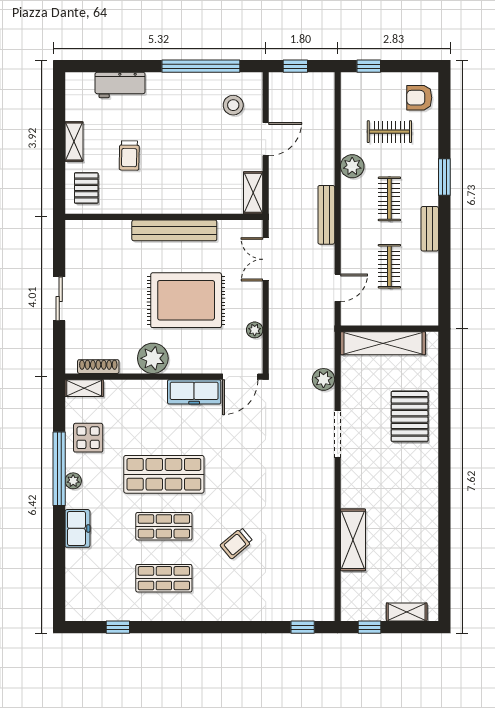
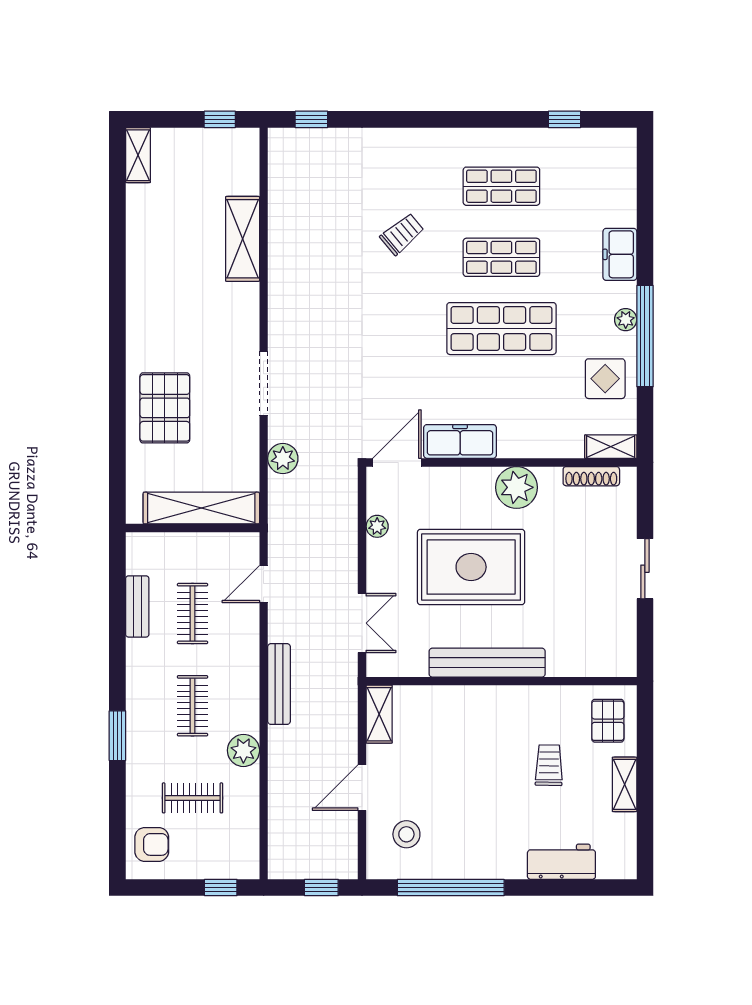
bench: (430, 229) -> (137, 606), moved
shelving: (407, 612) -> (138, 155), moved, turned 90

